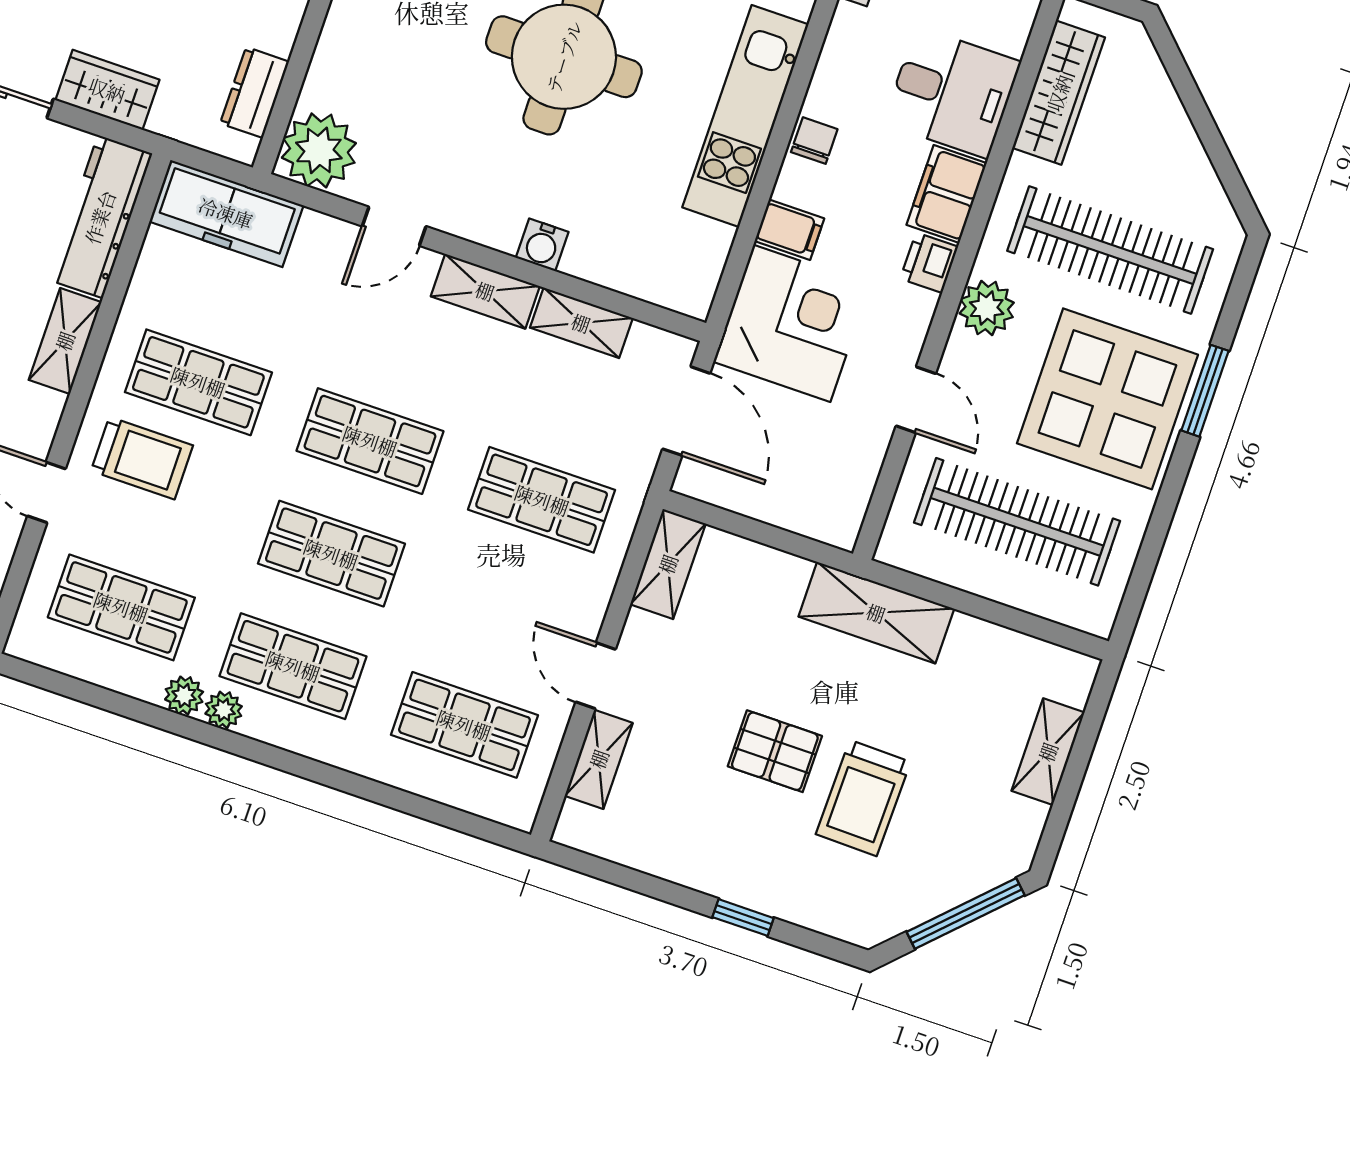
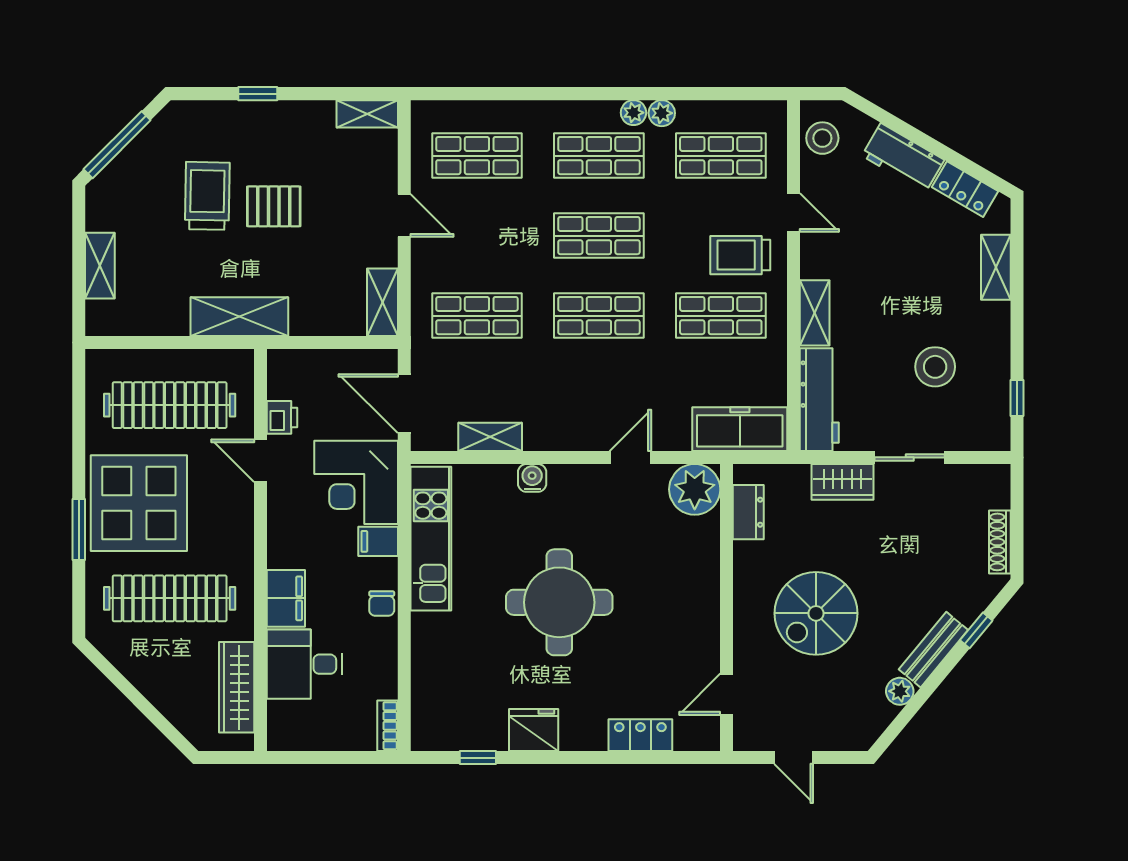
kitchen unit: (745, 116) -> (431, 539), moved
printer: (929, 263) -> (282, 417), moved
shelving: (485, 291) -> (558, 436), removed
plant: (987, 308) -> (236, 535), removed
shelving: (599, 759) -> (367, 114), moved, turned 90

